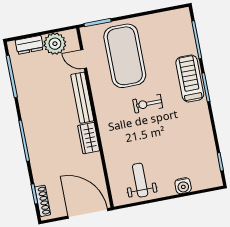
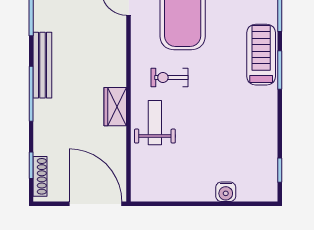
bench: (82, 98) -> (42, 65), moved
exercise bike: (148, 104) -> (170, 77), moved
weight bench: (140, 180) -> (155, 123), moved

